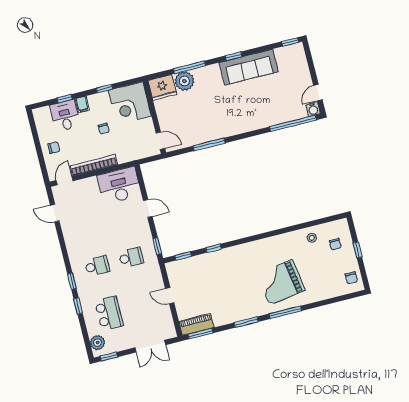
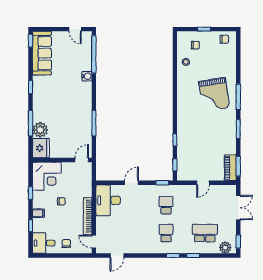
sofa: (249, 67) -> (42, 53), moved
water cooler: (313, 109) -> (87, 76), moved
desk: (65, 116) -> (44, 243), moved

